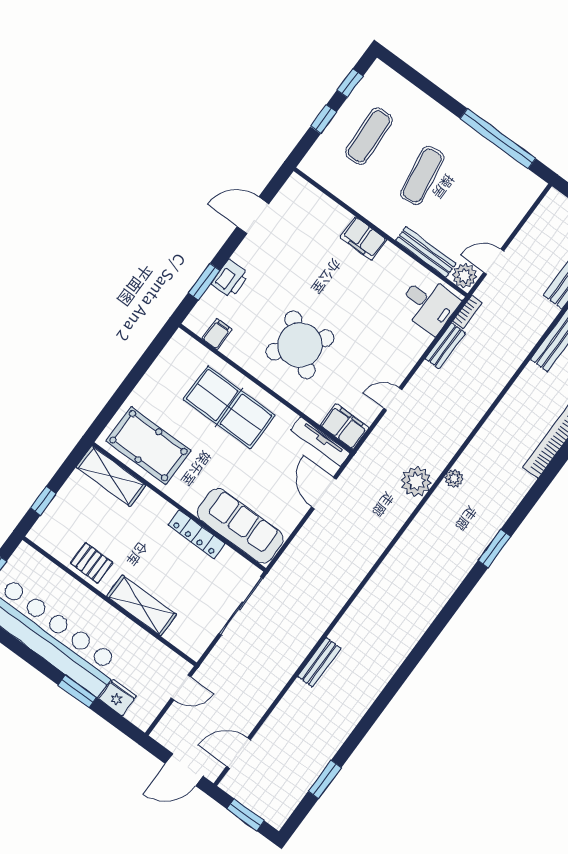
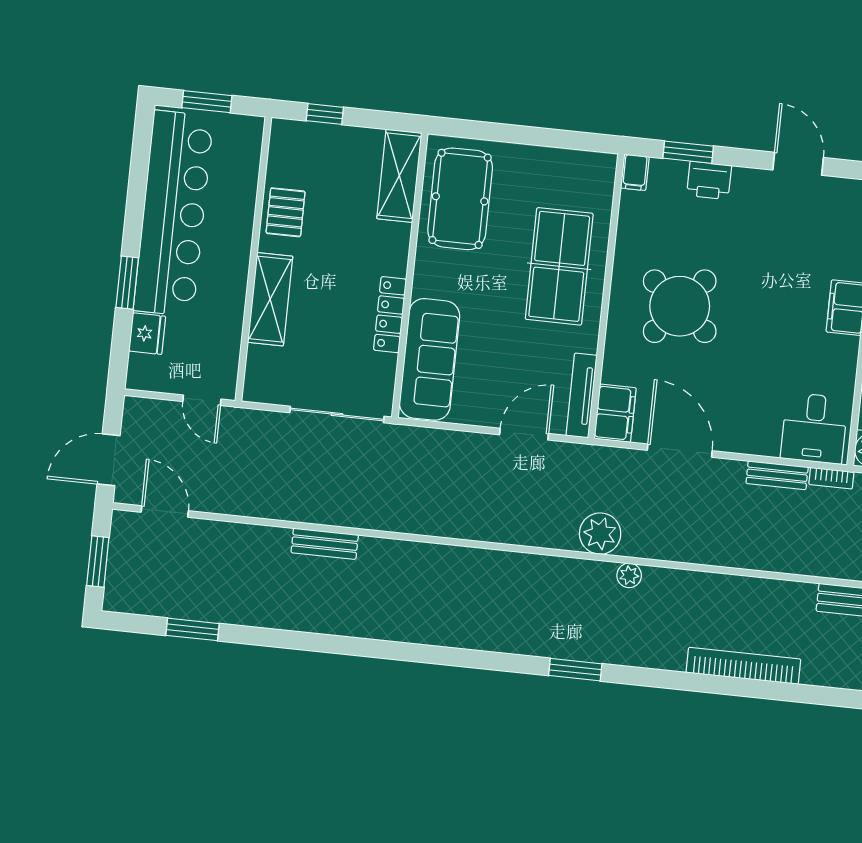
filing cabinet: (217, 334) -> (635, 172), moved, turned 90
door: (393, 399) -> (680, 451), width x1.88
door: (184, 770) -> (109, 460), hinge flipped

